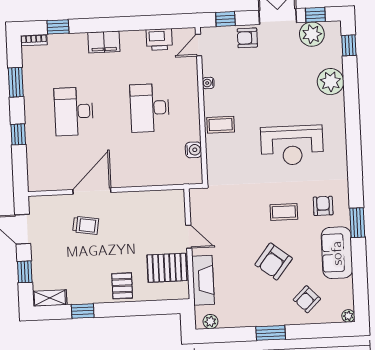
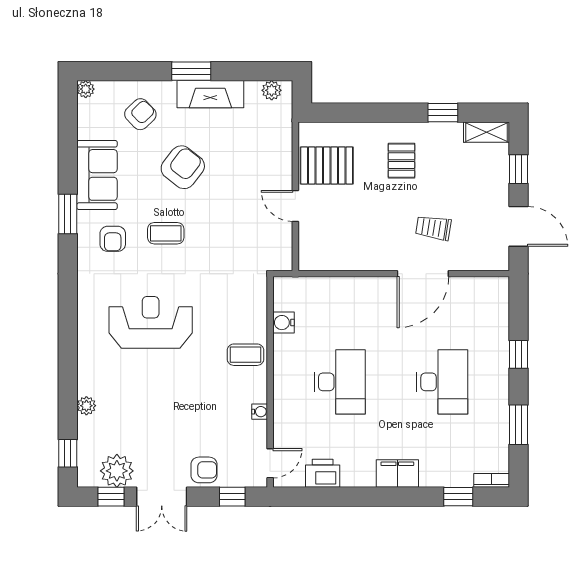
plant: (331, 82) -> (86, 406), width x0.53, depth x0.53
fireplace: (203, 280) -> (210, 94), moved, turned -90
pallet: (122, 286) -> (401, 161), moved

